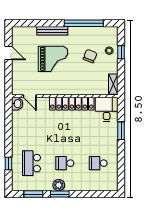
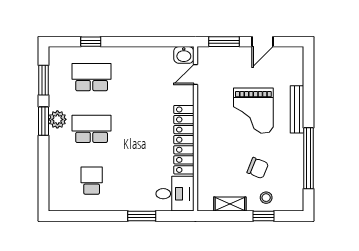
window: (9, 78) -> (224, 42), added
shelving: (113, 84) -> (230, 204), moved
school desk: (65, 163) -> (92, 129), width x1.85

